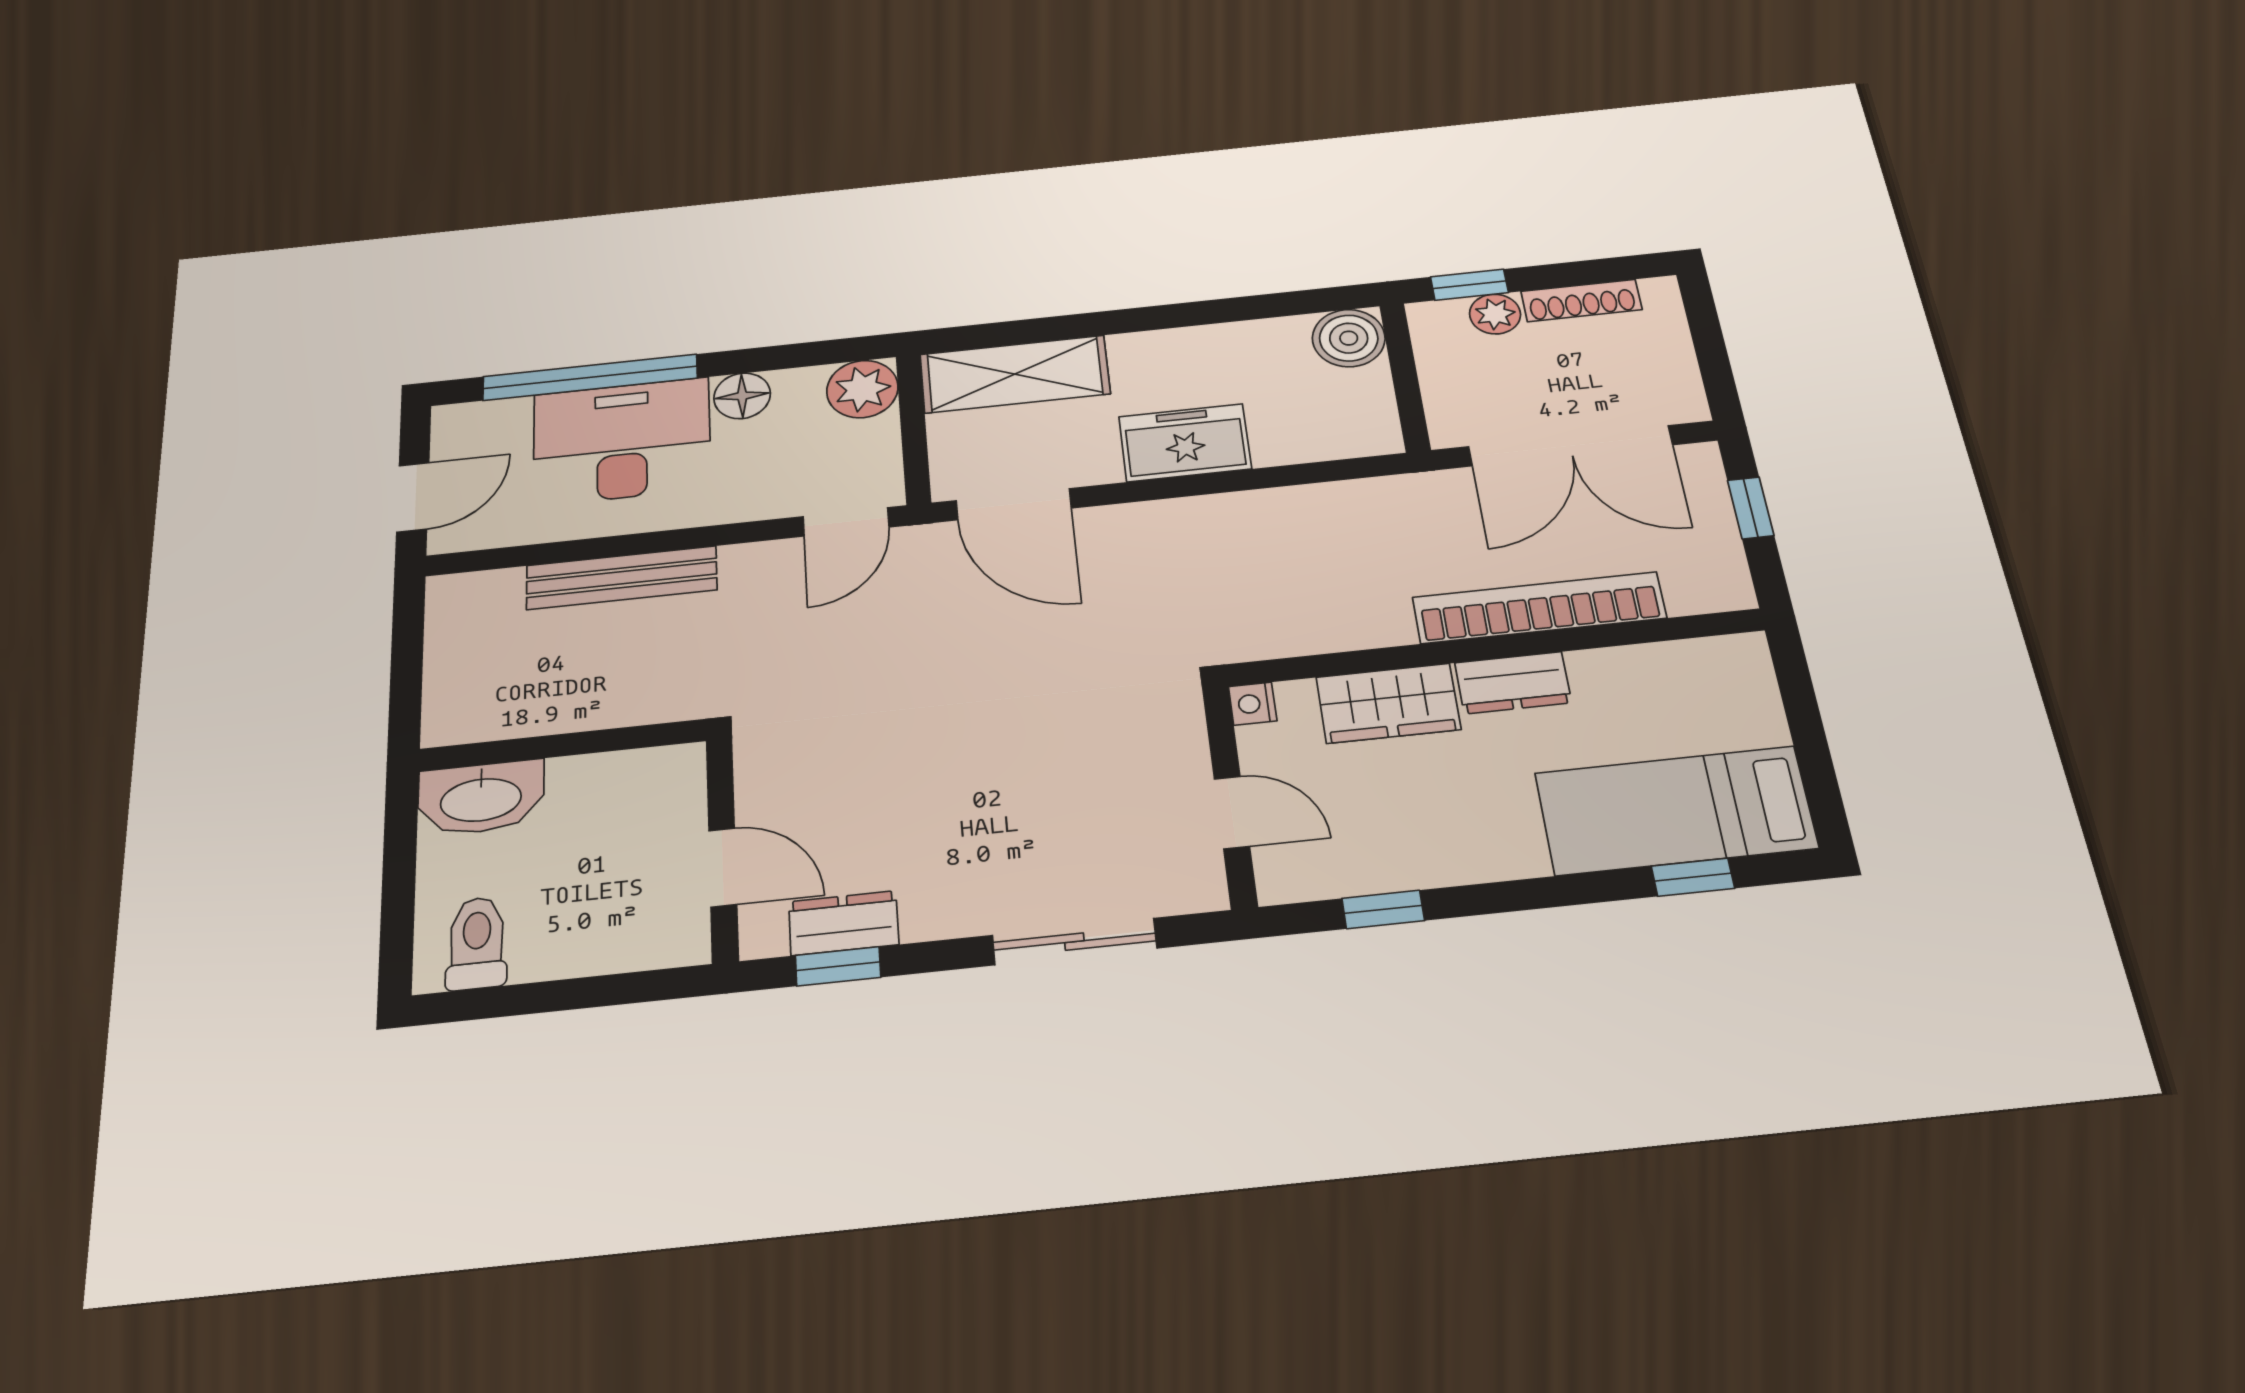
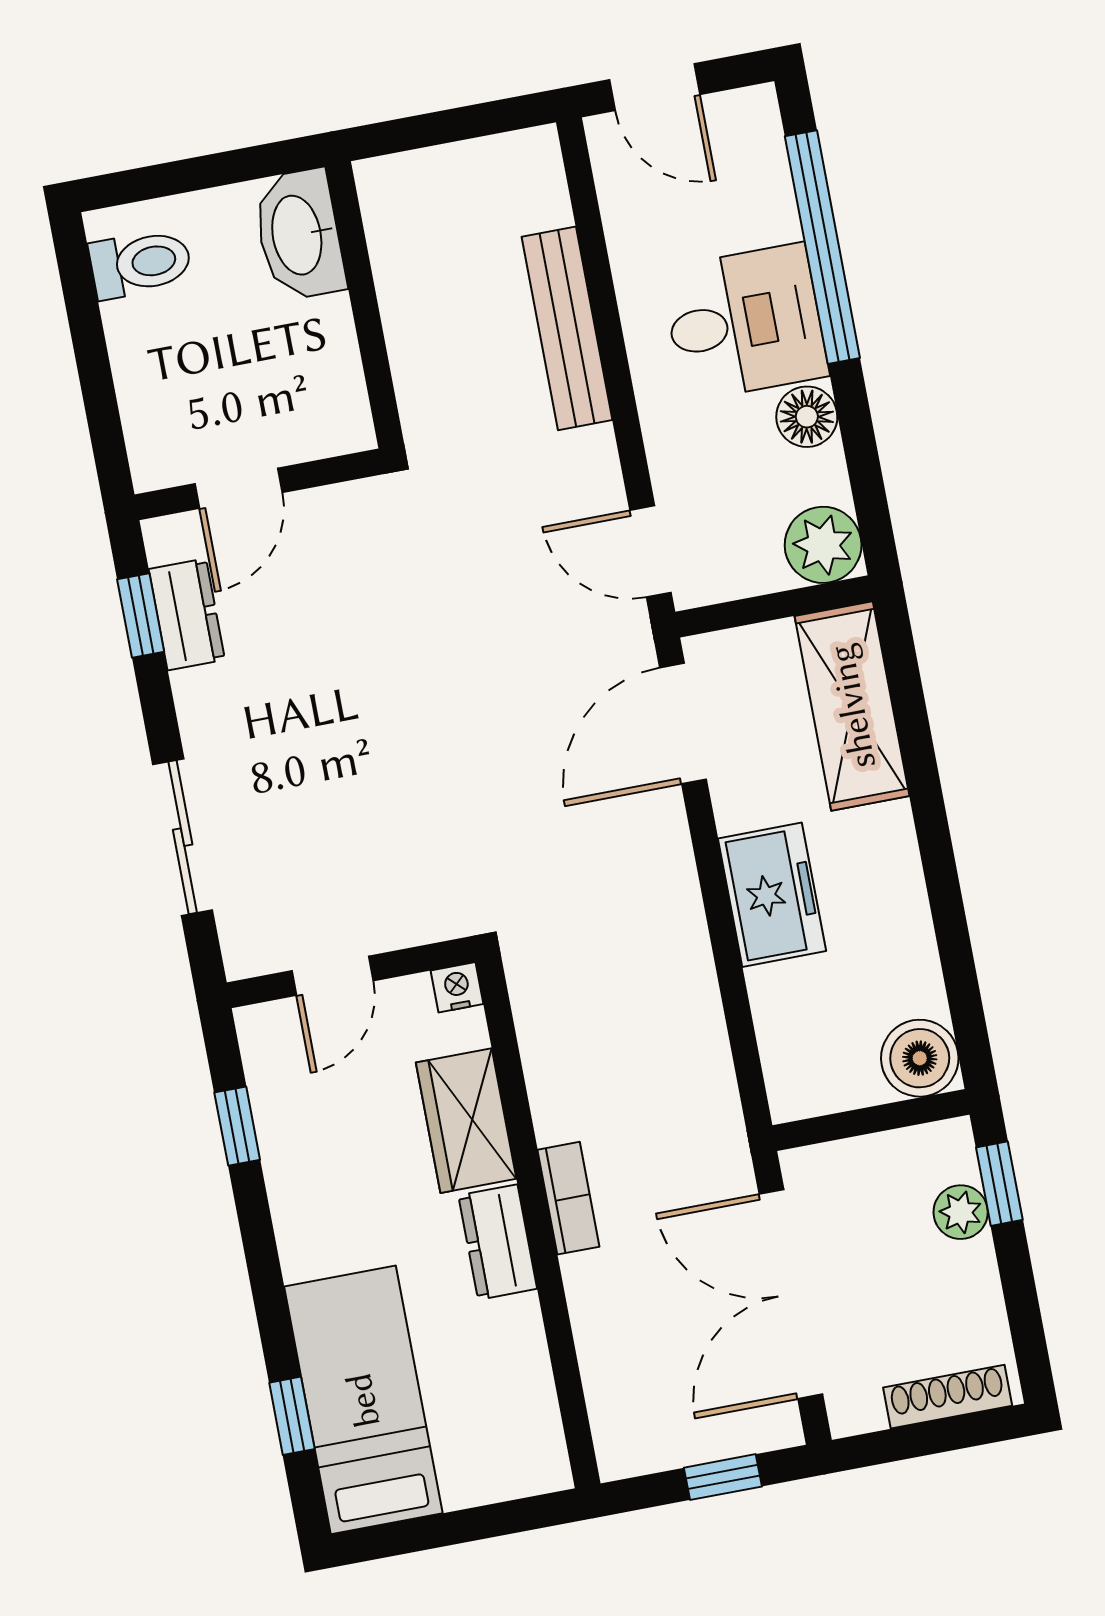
shoe rack: (1581, 300) -> (948, 1397), moved, turned 90
desk: (622, 441) -> (745, 322), width x0.73
bookcase: (1539, 608) -> (568, 1198), width x0.43, depth x0.76

